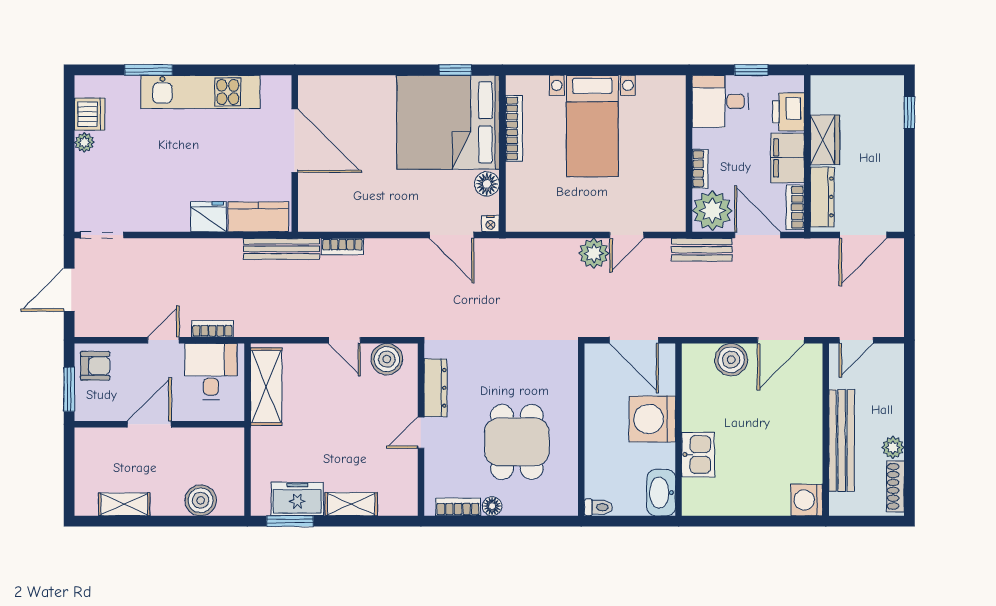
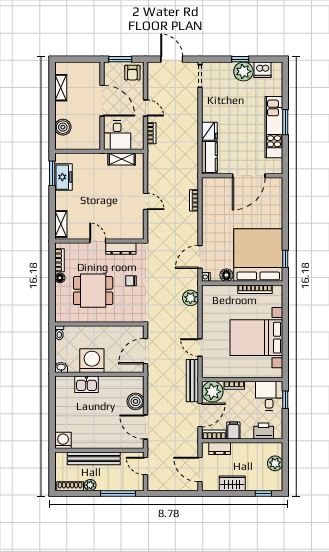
window: (149, 70) -> (285, 122), moved
window: (751, 70) -> (285, 400), moved
plant: (851, 90) -> (275, 463), added
bed with nightstands: (592, 126) -> (256, 338), width x1.36
wardrobe: (825, 140) -> (232, 483), moved, turned 180
plant: (84, 142) -> (243, 71), width x1.88, depth x1.88
window: (69, 157) -> (240, 59), added
filing cabinet: (788, 158) -> (233, 431), width x0.50
dresser: (822, 197) -> (220, 448), width x0.70
bench: (282, 249) -> (193, 169), removed
bench: (702, 250) -> (192, 381), width x1.36
plant: (594, 253) -> (190, 298), moved
door: (344, 340) -> (146, 201), swing flipped
boiler: (387, 359) -> (136, 223), removed
chair: (498, 368) -> (131, 281), added
desk: (211, 371) -> (117, 135), moved, turned 90
shelving: (266, 387) -> (122, 159), width x0.67, depth x0.75
window: (909, 394) -> (118, 493), added
washing machine: (652, 419) -> (92, 361), moved
door: (149, 424) -> (102, 101), width x1.36
washbasin: (661, 493) -> (61, 367), width x0.52, depth x0.69
shelving: (351, 504) -> (61, 224), moved

